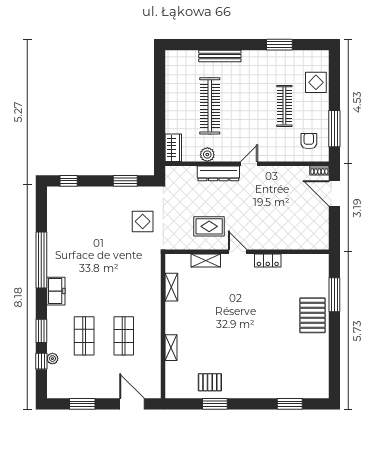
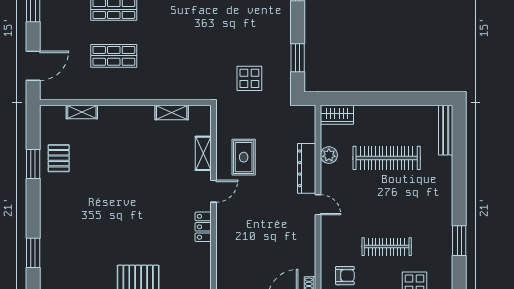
bench: (220, 56) -> (446, 130), moved
shelving: (171, 348) -> (82, 112), moved

